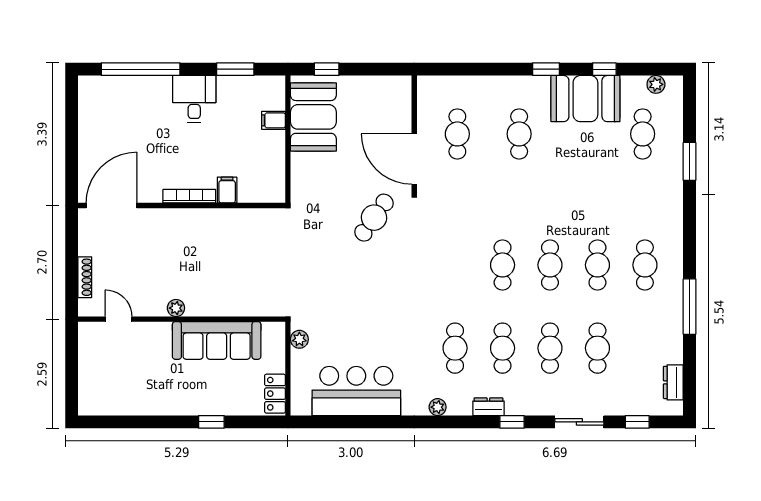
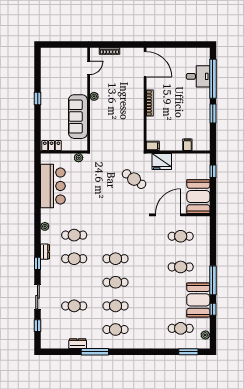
window: (235, 69) -> (213, 114), moved
window: (546, 69) -> (213, 280), width x2.17
desk: (194, 99) -> (198, 76), moved
booth: (313, 117) -> (198, 197), moved, turned 90
window: (690, 161) -> (188, 352), moved
fridge: (307, 172) -> (162, 161), added
filing cabinet: (227, 190) -> (153, 146), moved
cafe table: (374, 218) -> (134, 179), moved
cafe table: (550, 348) -> (74, 282), removed
dresser: (673, 382) -> (78, 344), moved
window: (211, 422) -> (38, 99), moved

